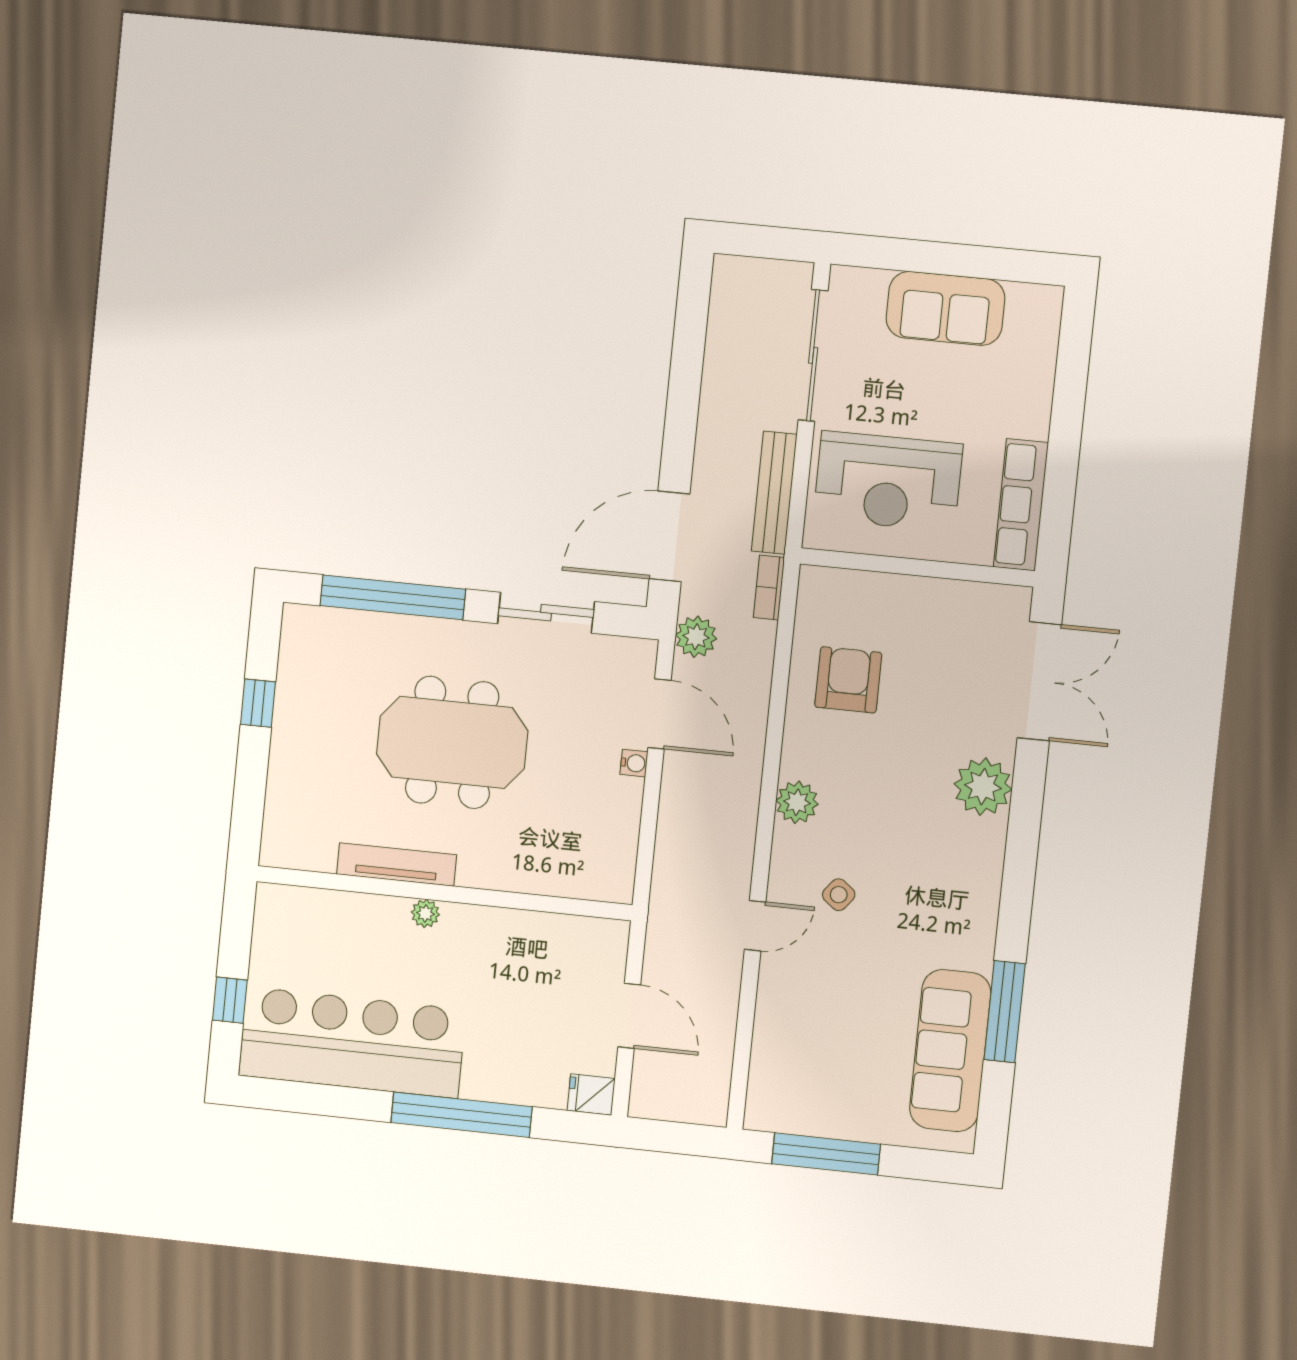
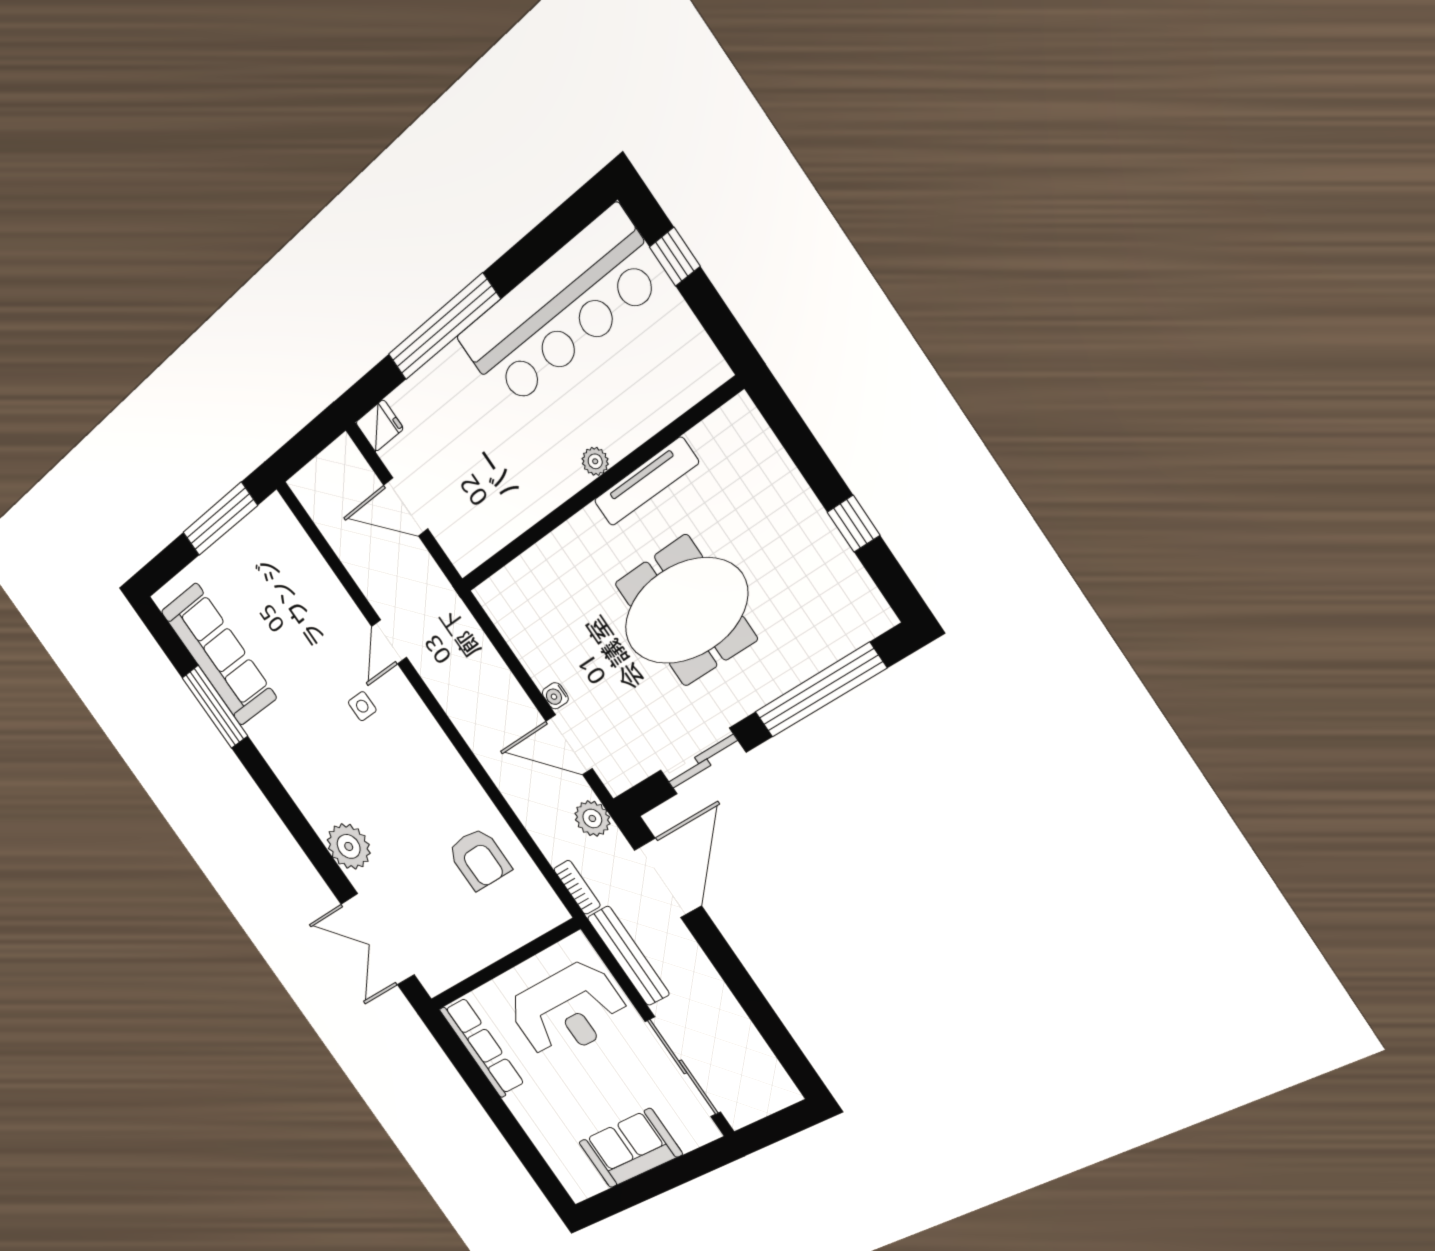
reception desk: (888, 481) -> (568, 1011), turned 180
plant: (797, 802) -> (438, 750), removed
side table: (839, 895) -> (362, 706), turned -38

